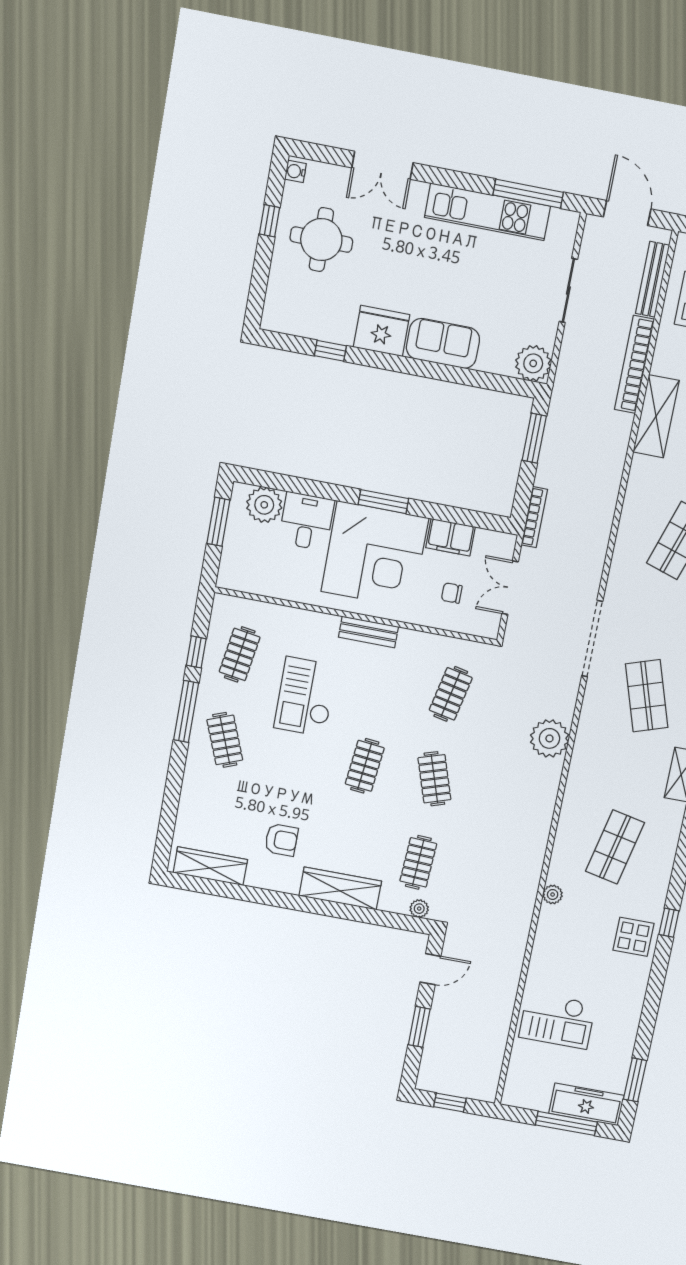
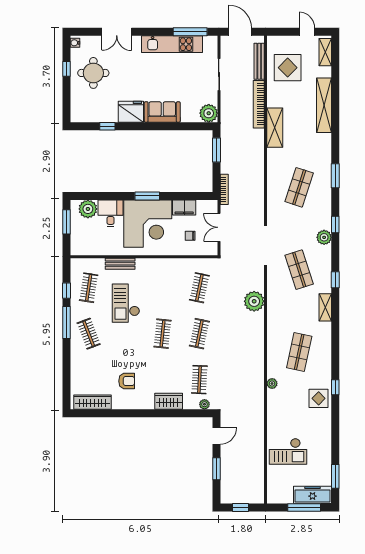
bench: (368, 632) -> (120, 264), moved
clothes rail: (434, 779) -> (199, 334), turned 30
wardrobe: (340, 888) -> (169, 401), width x0.67

